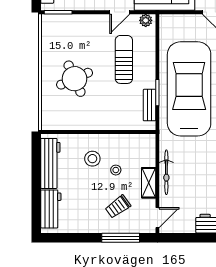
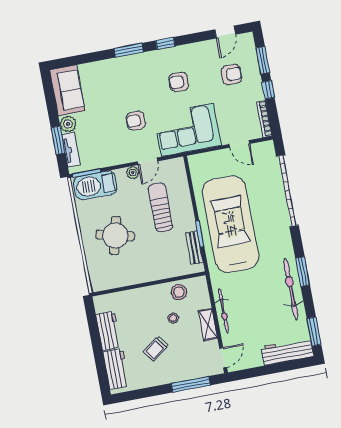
plant: (146, 20) -> (133, 173), moved
barbecue: (64, 26) -> (95, 185), added
round table: (75, 79) -> (115, 236), turned 38
stool: (92, 159) -> (179, 292), moved
workbench: (50, 163) -> (108, 331), width x0.73
trolley: (118, 207) -> (156, 349), moved

